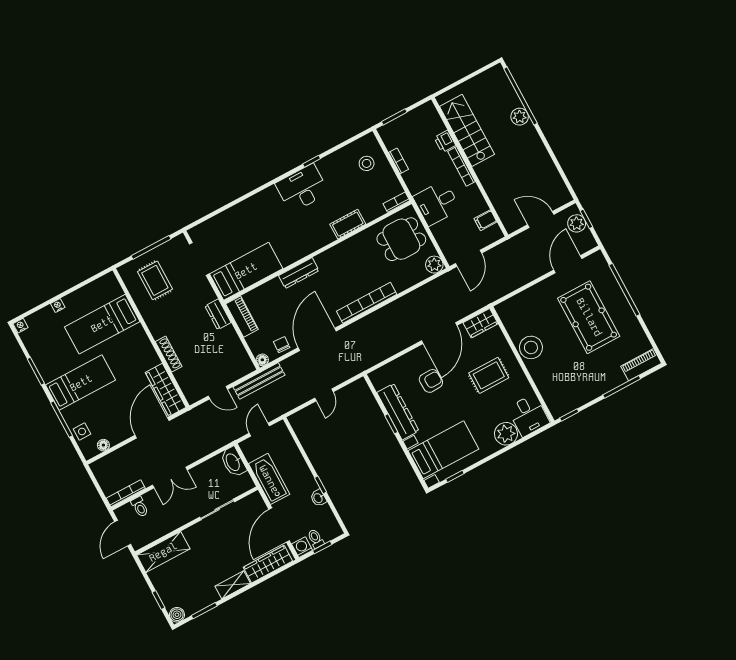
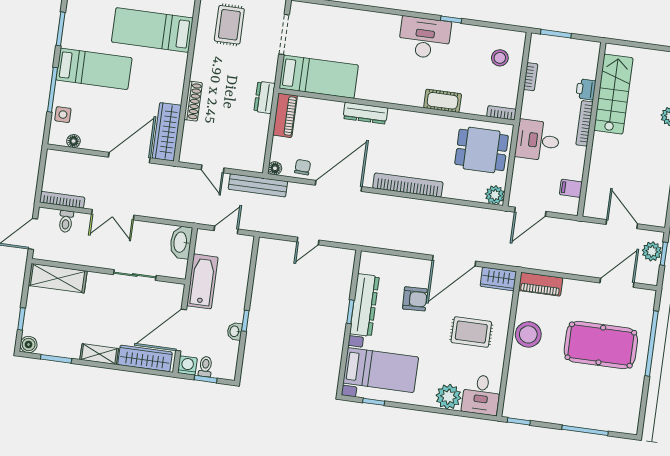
pool table: (589, 317) -> (601, 345), turned 90
piano: (641, 365) -> (541, 284), moved, turned 180

